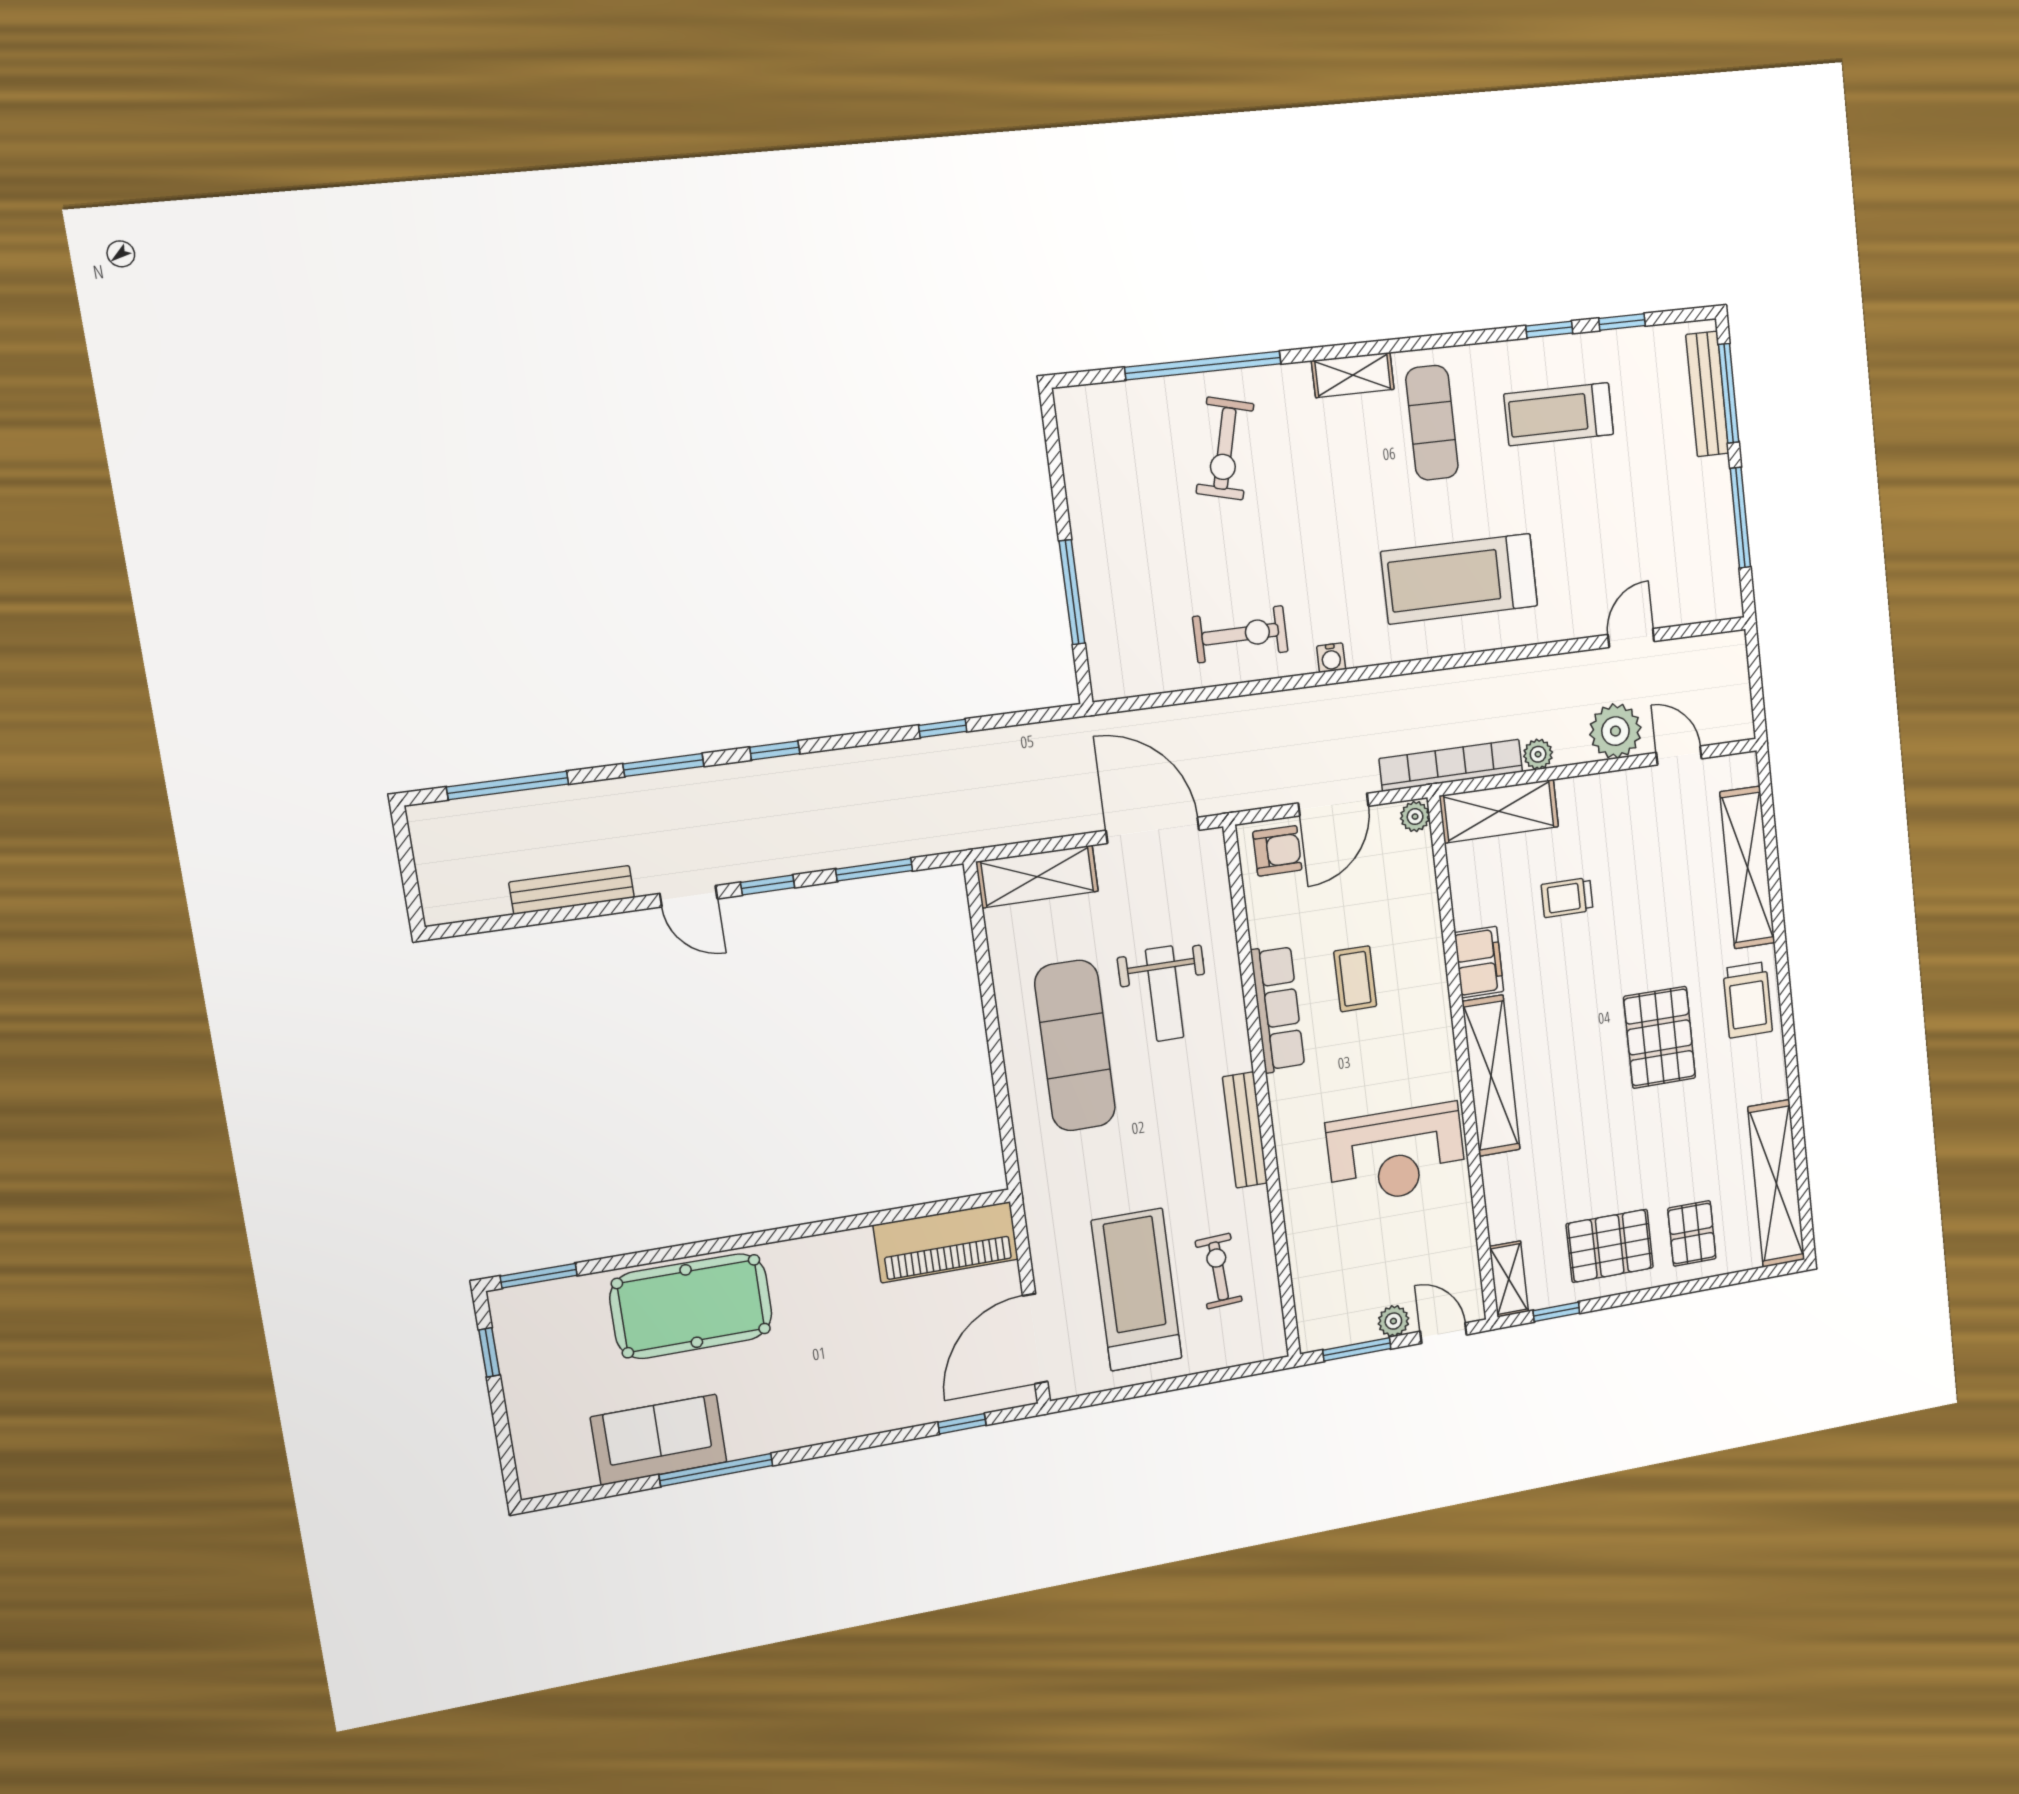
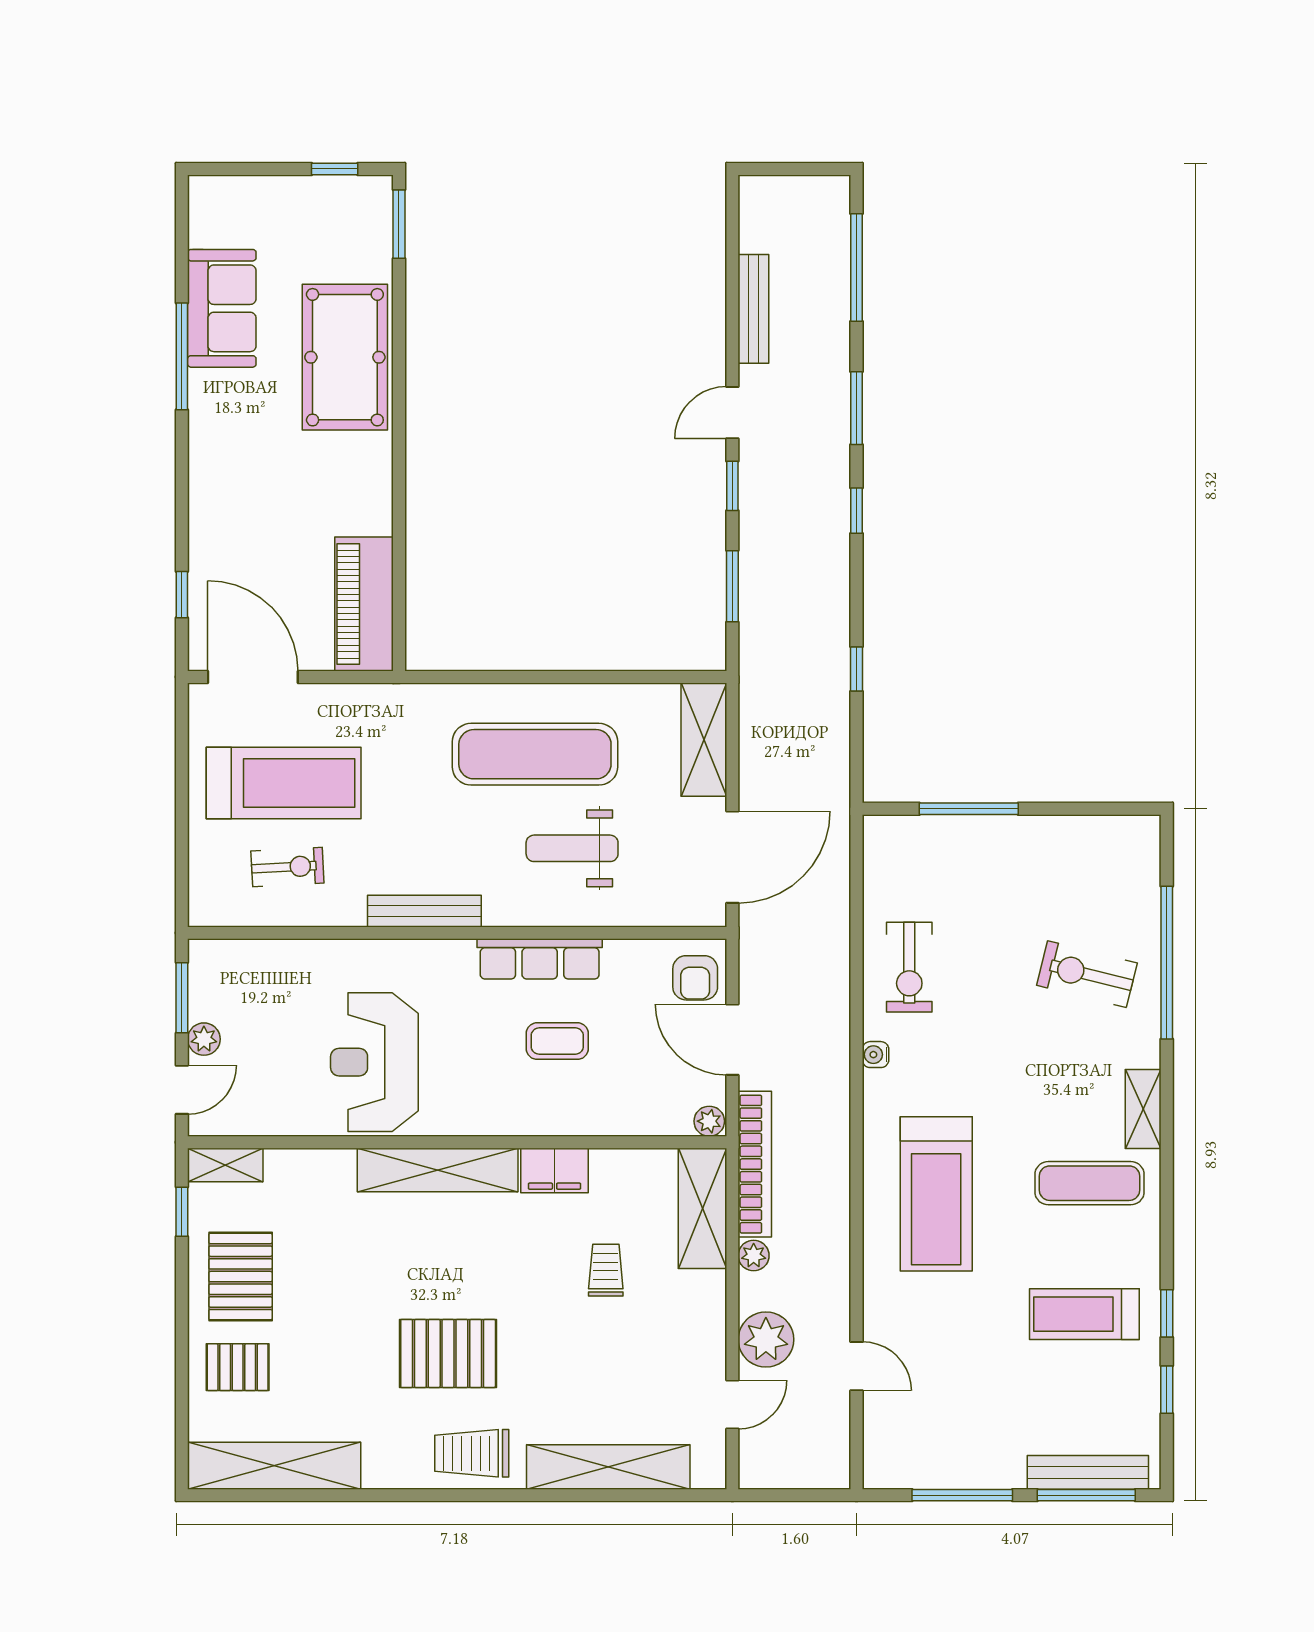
treadmill: (1559, 414) -> (1084, 1314), turned -90
treadmill: (1459, 579) -> (936, 1194), turned 180

